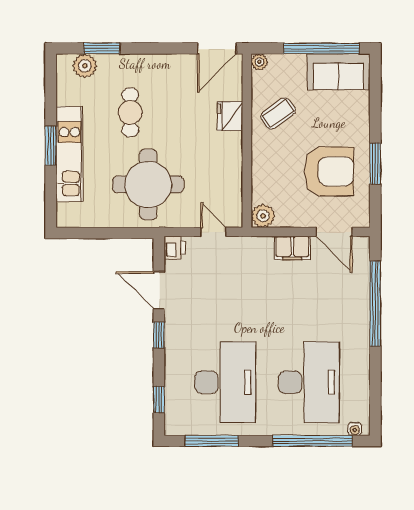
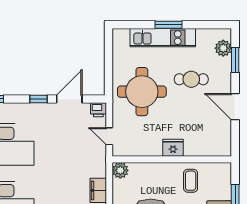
door: (217, 48) -> (235, 107), moved
plant: (259, 62) -> (226, 168), removed
coffee table: (278, 113) -> (191, 181), turned 36
fridge: (230, 116) -> (173, 148), moved
door: (213, 232) -> (109, 136), swing flipped

